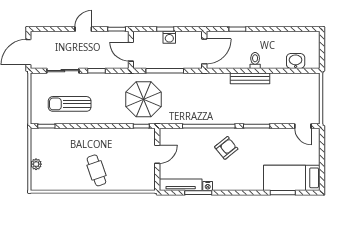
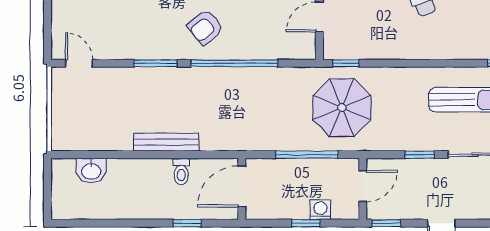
washing machine: (169, 37) -> (320, 210), moved
door: (131, 52) -> (363, 186), hinge flipped
toilet: (255, 61) -> (181, 171), moved

